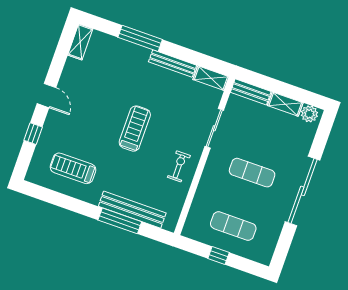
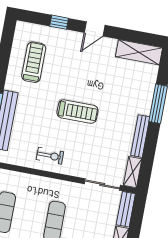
shelving: (80, 42) -> (139, 52), width x1.50, depth x1.33
sliding door: (214, 128) -> (102, 184), moved

